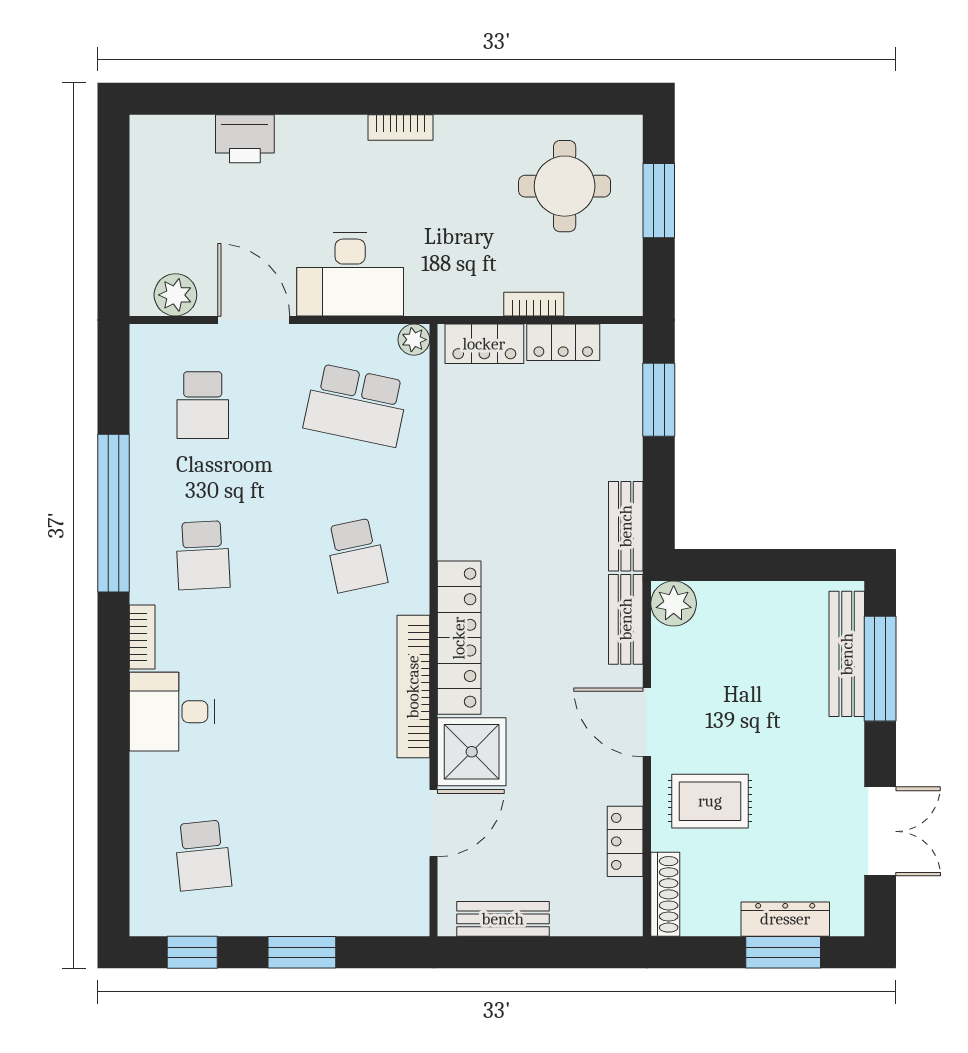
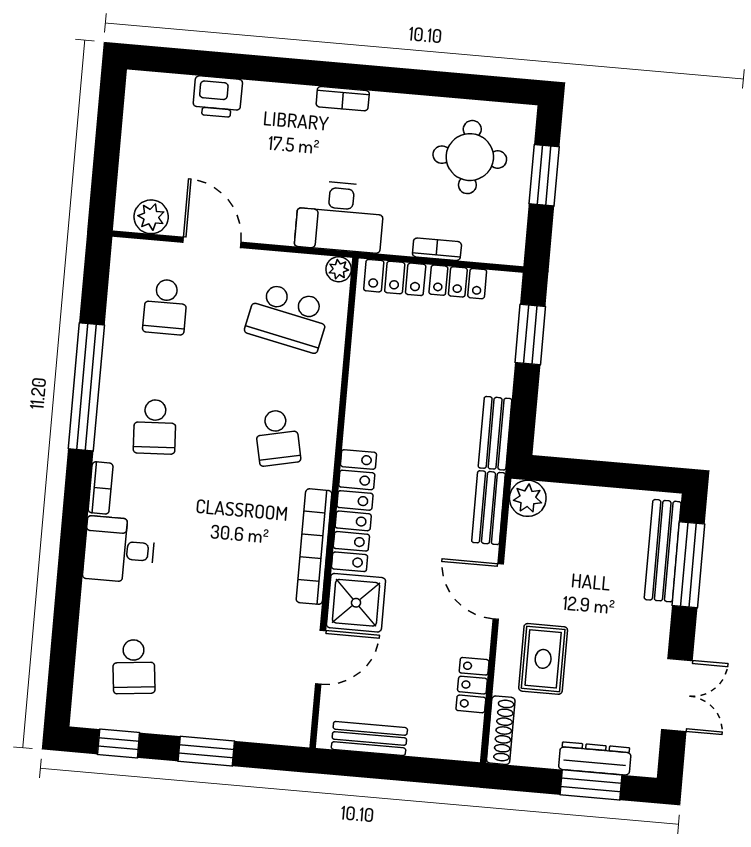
desk: (350, 274) -> (340, 217), moved
rug: (710, 801) -> (543, 659), turned 90

